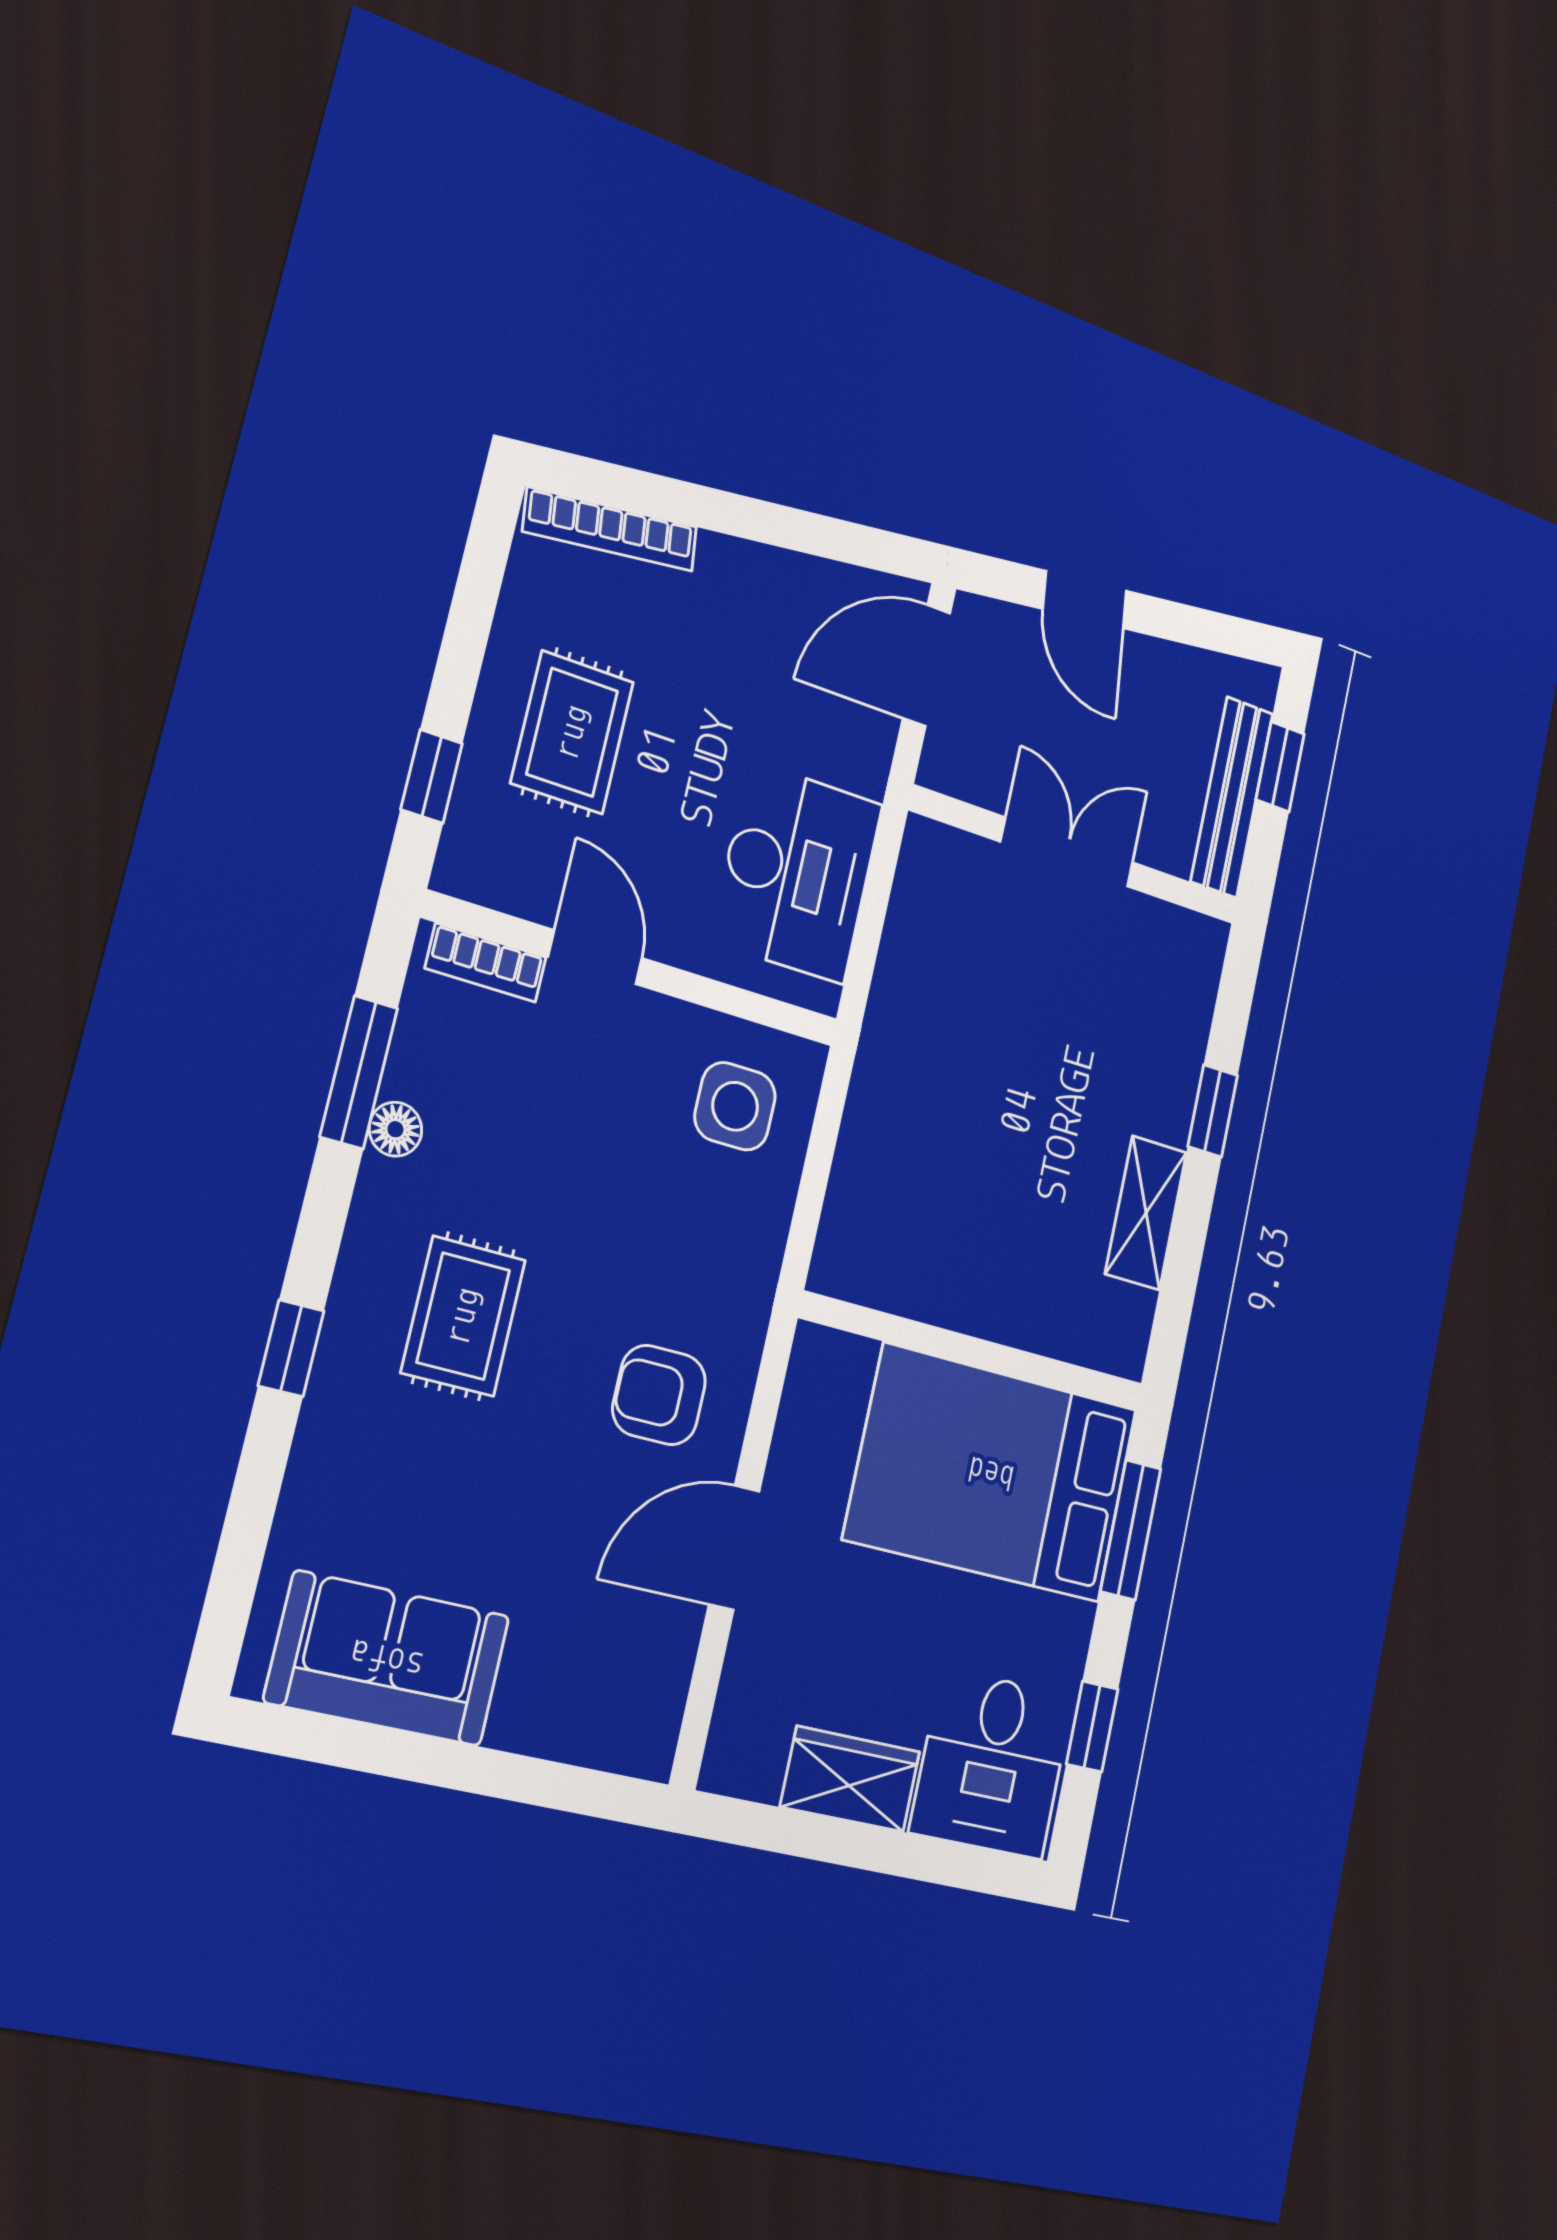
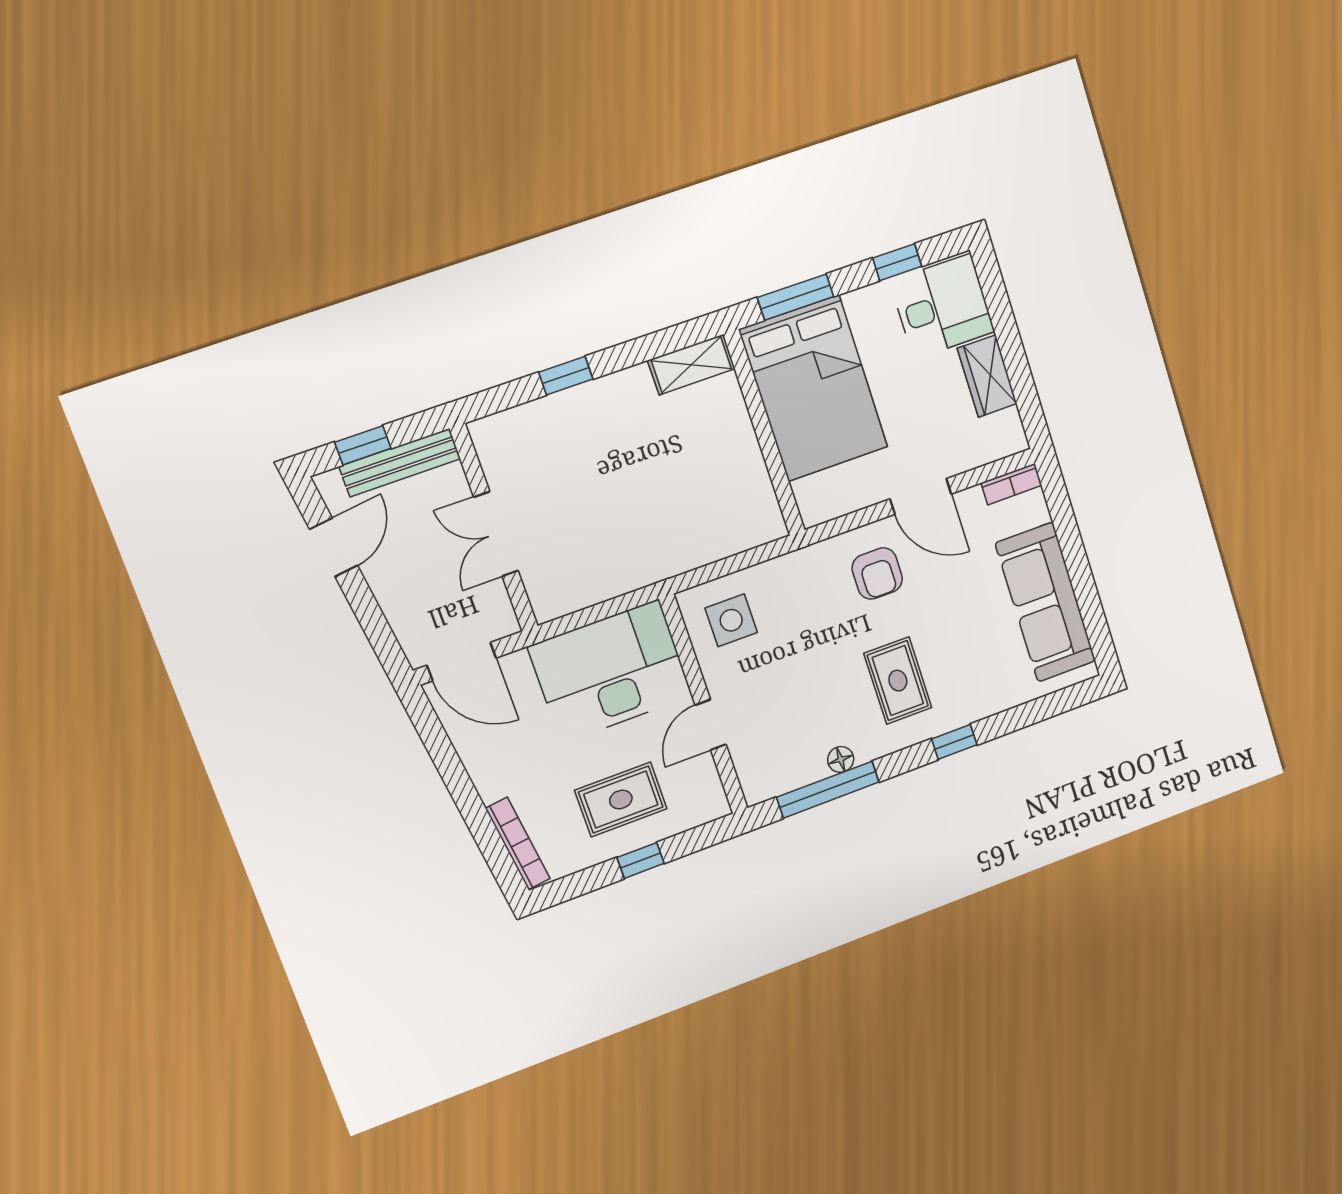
door: (1085, 600) -> (334, 547), moved
window: (432, 776) -> (641, 860), moved
desk: (797, 872) -> (610, 671), width x1.36, depth x1.30
bookcase: (486, 963) -> (1012, 484), moved, turned 90
window: (359, 1072) -> (828, 790), width x1.44
shelving: (1146, 1213) -> (691, 365), moved
rug: (463, 1316) -> (898, 681), turned 90
sofa: (388, 1659) -> (1045, 602), width x1.36

